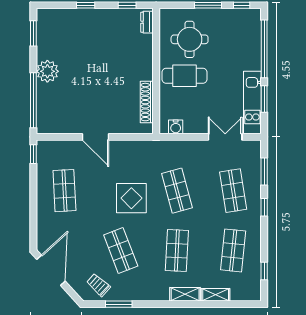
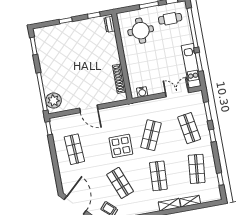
plant: (47, 71) -> (54, 101), moved
cafe table: (184, 76) -> (170, 19), moved, width x0.73, depth x0.74
shop shelf: (177, 191) -> (151, 135), turned 39

